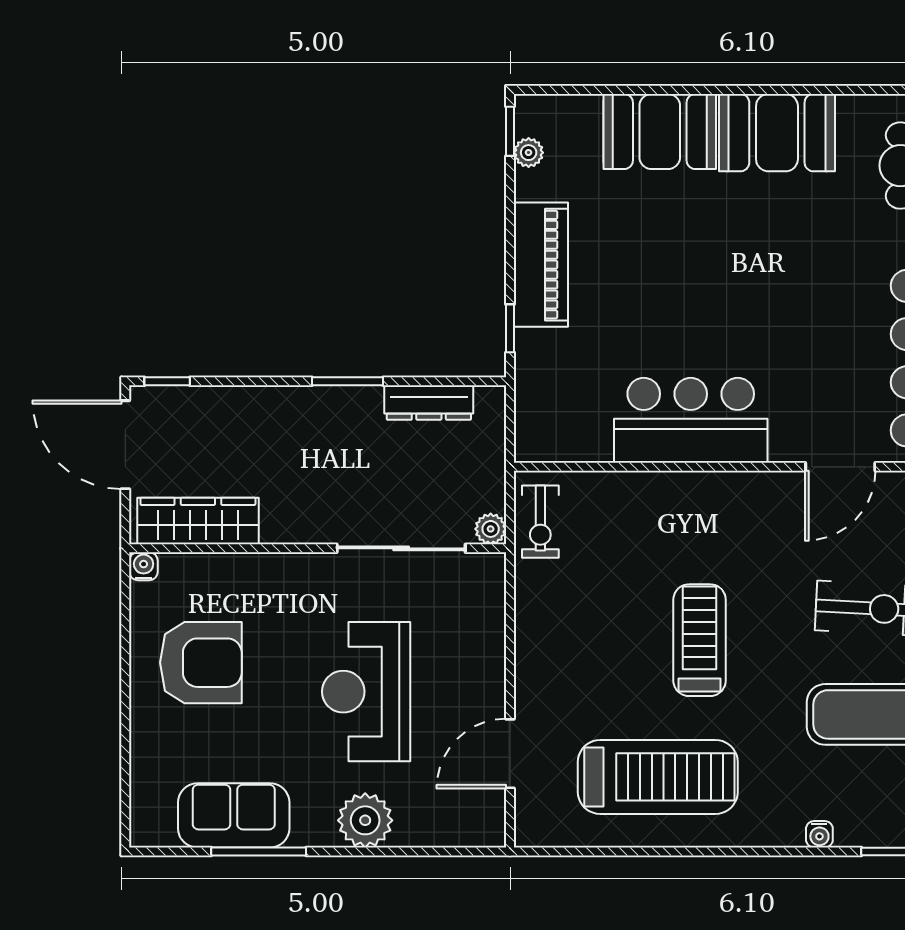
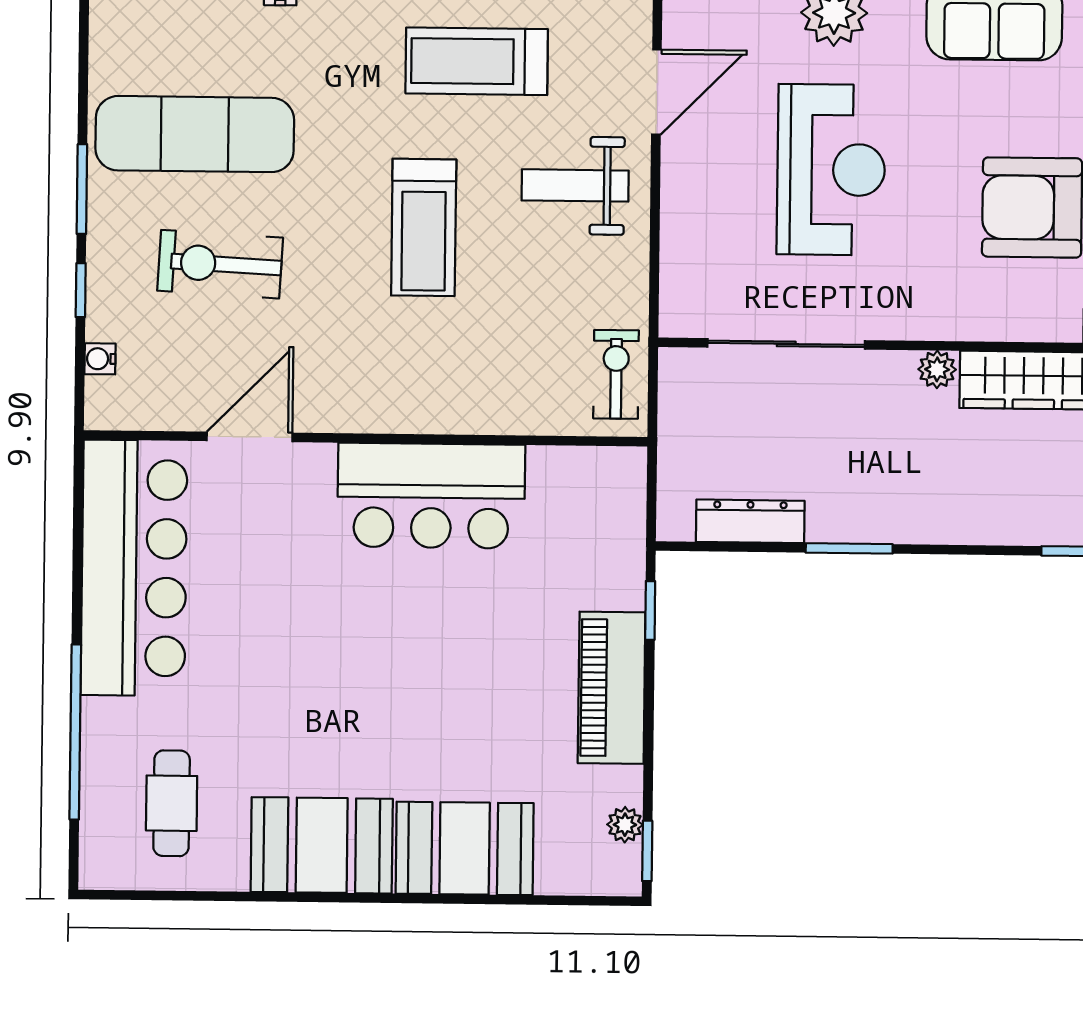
plant: (491, 529) -> (937, 369), moved
weight bench: (576, 676) -> (575, 185), added
treadmill: (658, 777) -> (477, 61), width x0.73, depth x0.73

